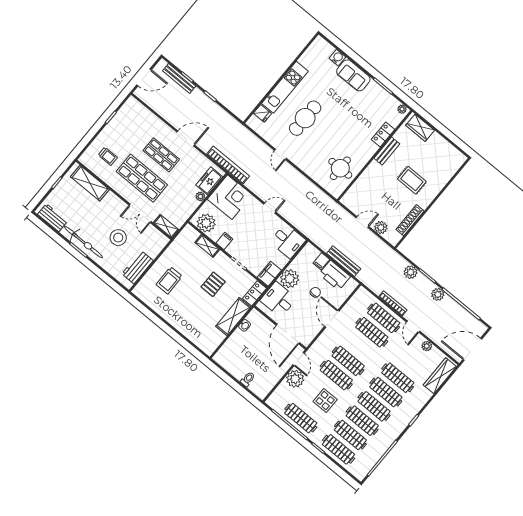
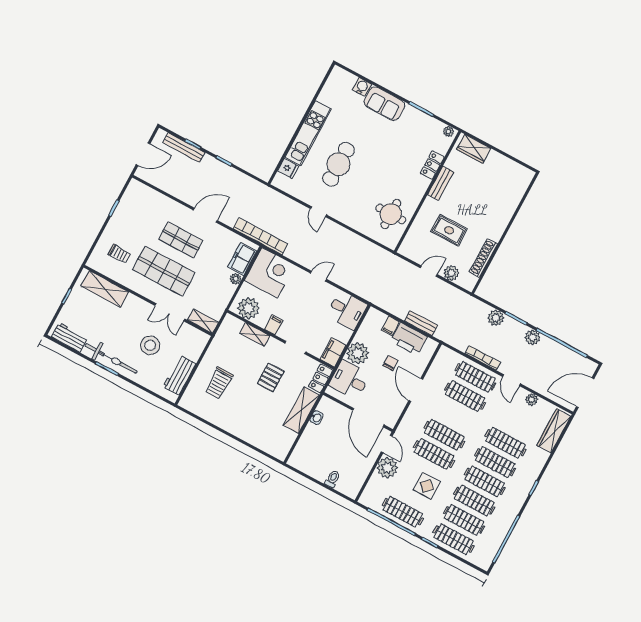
rug: (412, 180) -> (449, 230), moved
bench: (344, 261) -> (421, 323), width x0.73

